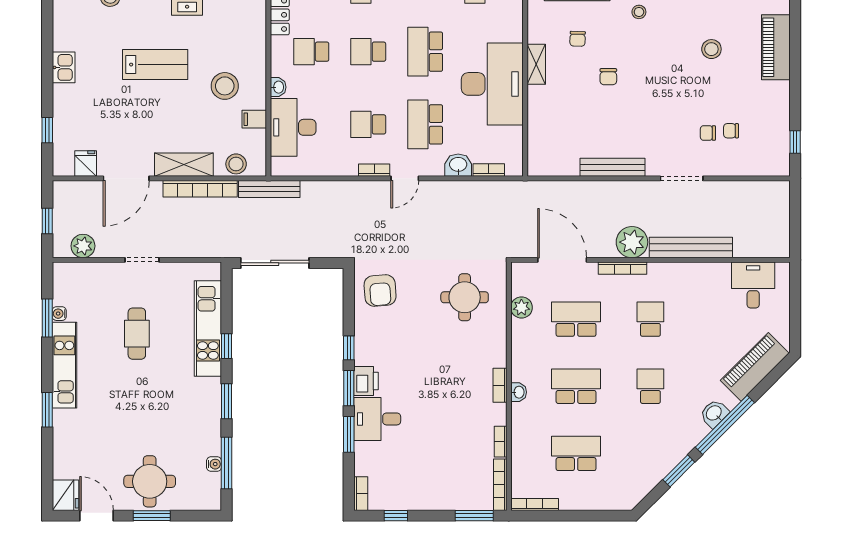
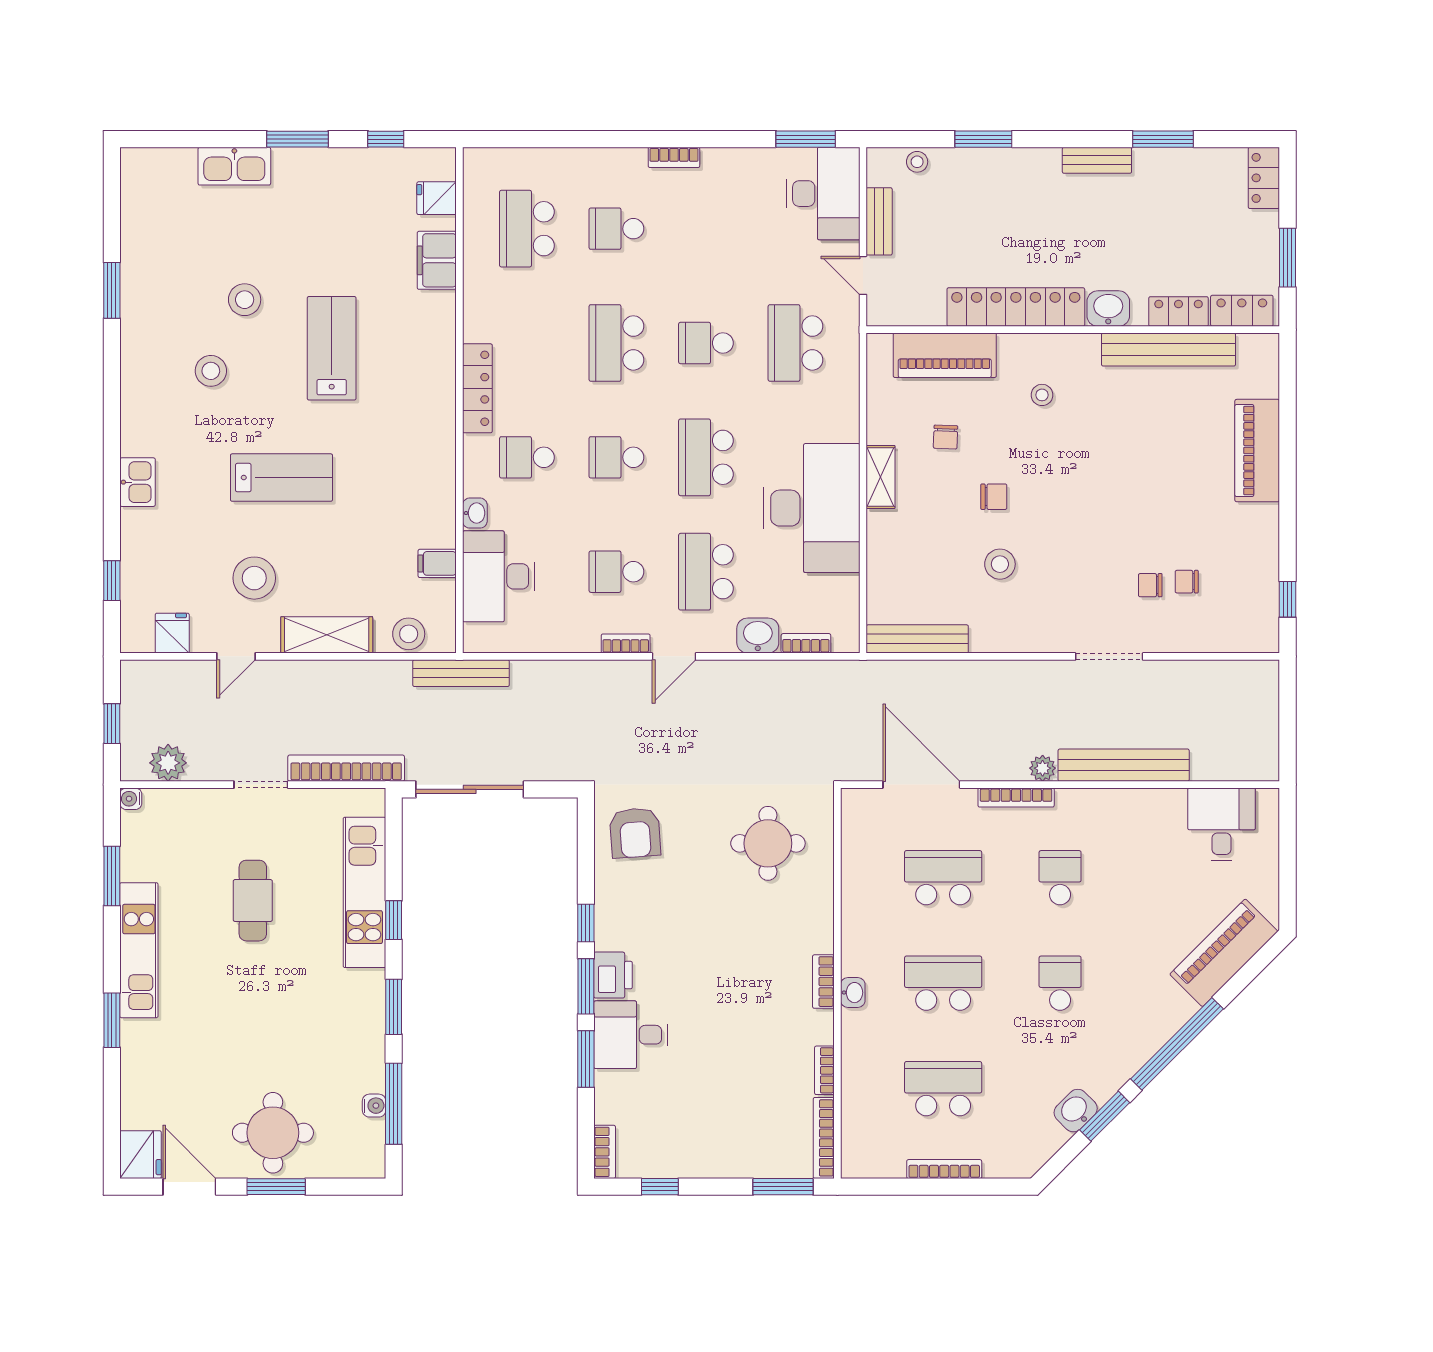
stool: (711, 49) -> (1000, 564), moved
chair: (608, 77) -> (994, 497), turned -90
stool: (225, 86) -> (254, 578), moved
bench: (612, 167) -> (917, 639), moved
door: (126, 178) -> (236, 656), width x0.53
bookcase: (200, 189) -> (346, 768), moved, turned 180
plant: (632, 242) -> (1043, 768), width x0.53, depth x0.53
plant: (521, 307) -> (857, 859), removed
water cooler: (59, 314) -> (131, 799), moved
washbasin: (714, 413) -> (1076, 1111), moved
bookcase: (535, 504) -> (944, 1169), moved

